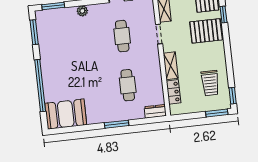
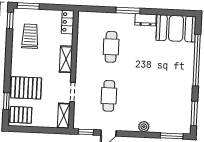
locker: (174, 92) -> (68, 22), moved
dresser: (155, 111) -> (146, 20), moved

